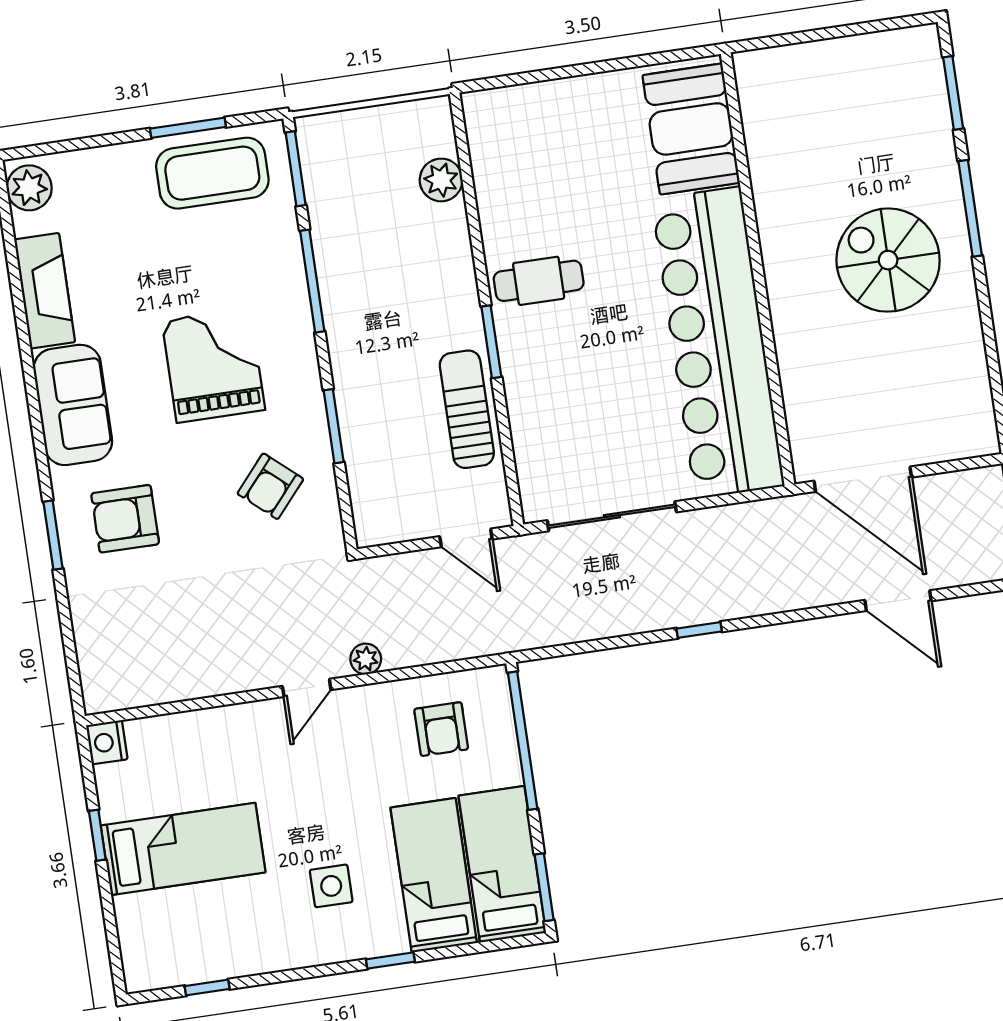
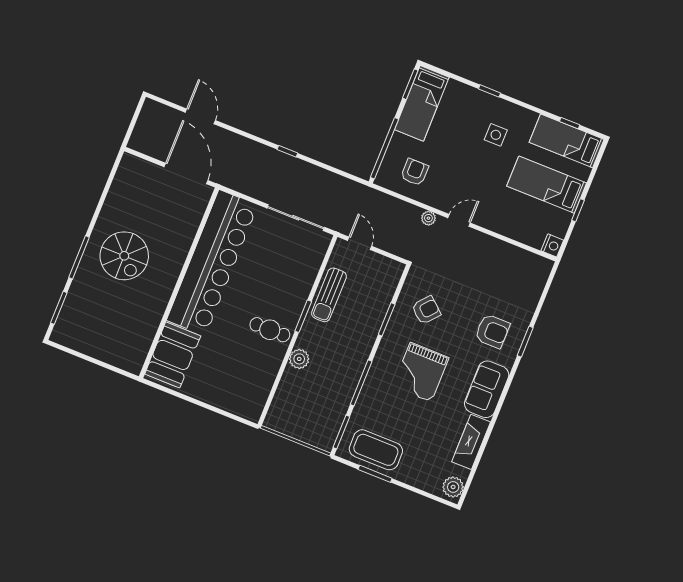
plant: (441, 180) -> (299, 359), moved
bed: (434, 875) -> (567, 141), moved, turned 90

